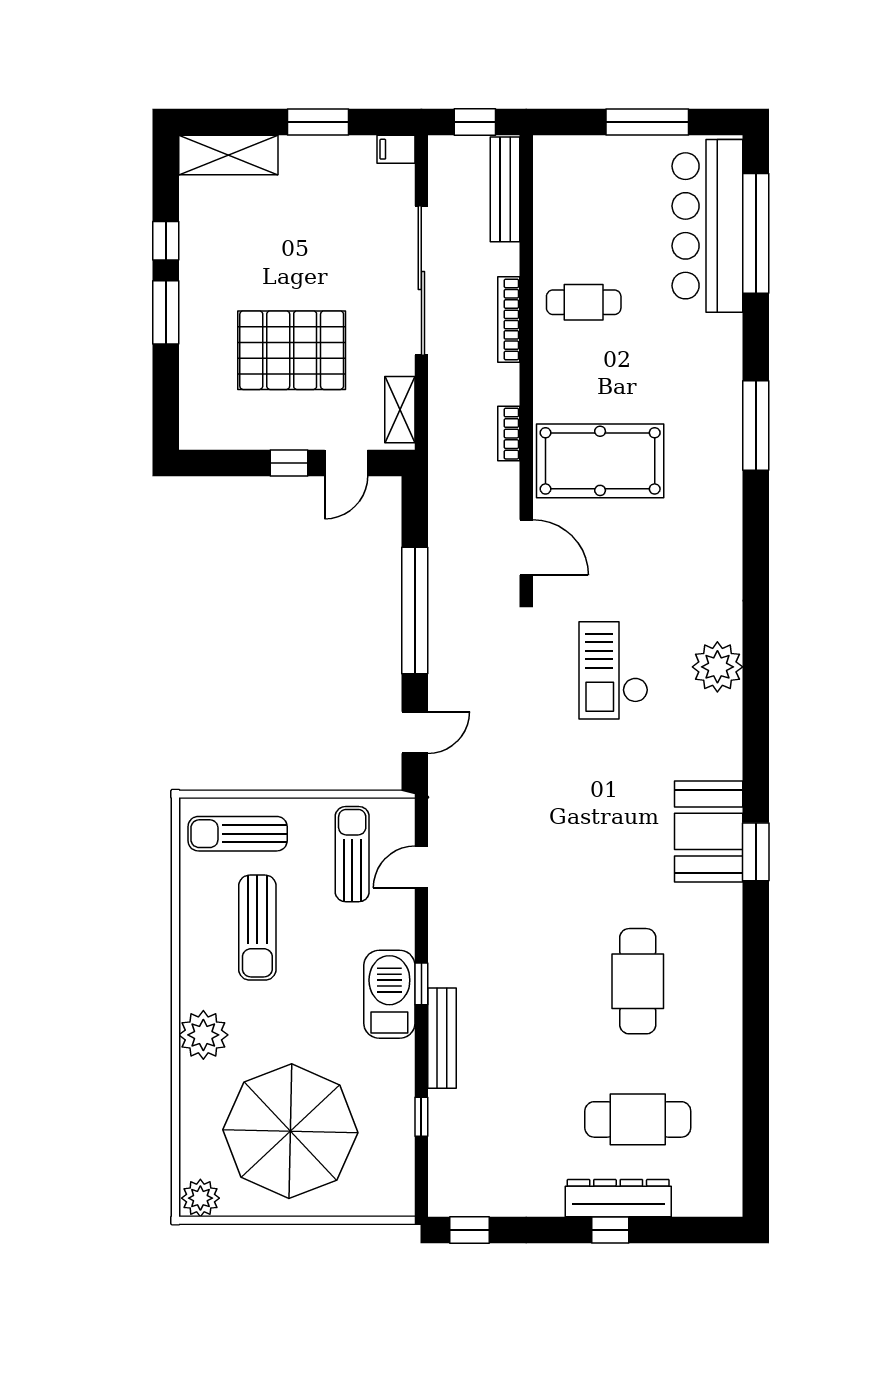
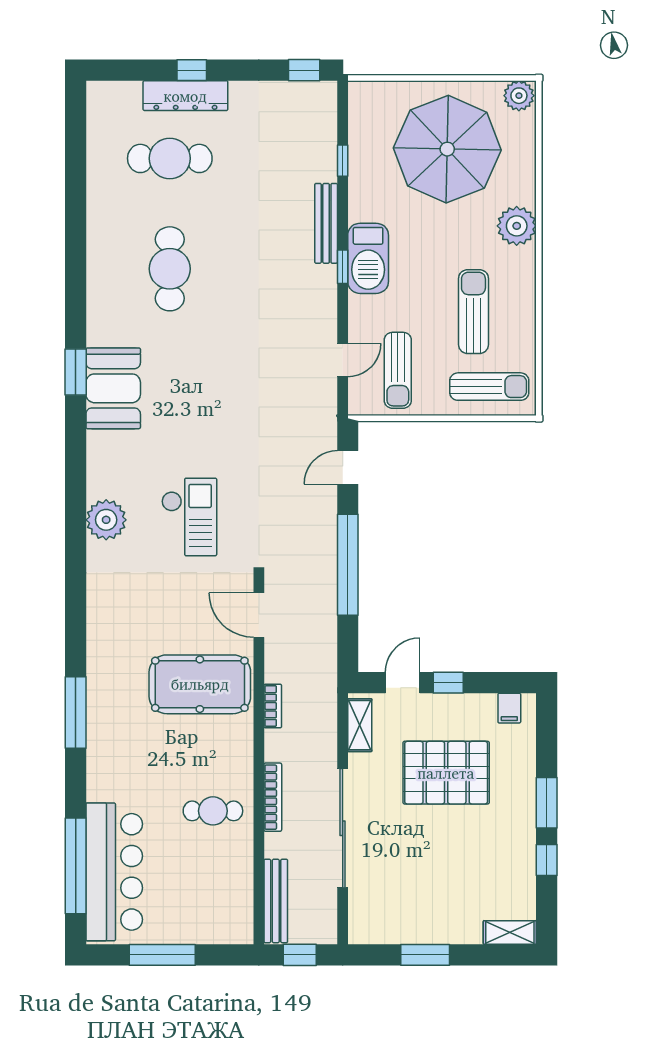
filing cabinet: (396, 149) -> (509, 708), moved, turned 90
shelving: (228, 155) -> (510, 932), width x0.67, depth x0.75

